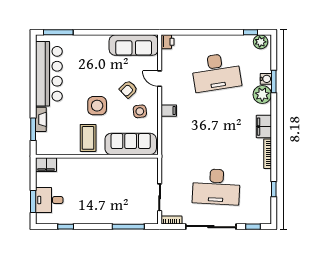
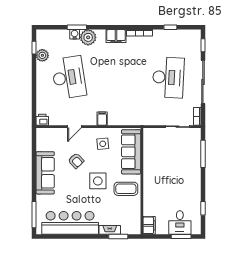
plant: (261, 42) -> (42, 55), moved
sofa: (134, 45) -> (45, 173), moved
armchair: (128, 89) -> (76, 161), moved

